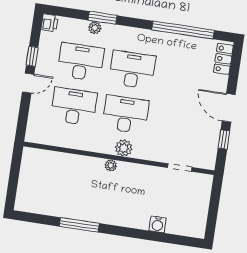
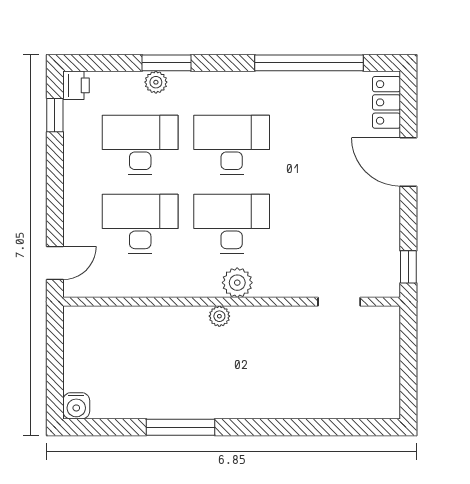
window: (32, 56) -> (55, 115), moved
door: (28, 83) -> (55, 263), moved
door: (229, 108) -> (408, 162), moved
window: (224, 140) -> (408, 267), moved
water cooler: (158, 224) -> (76, 406), moved

